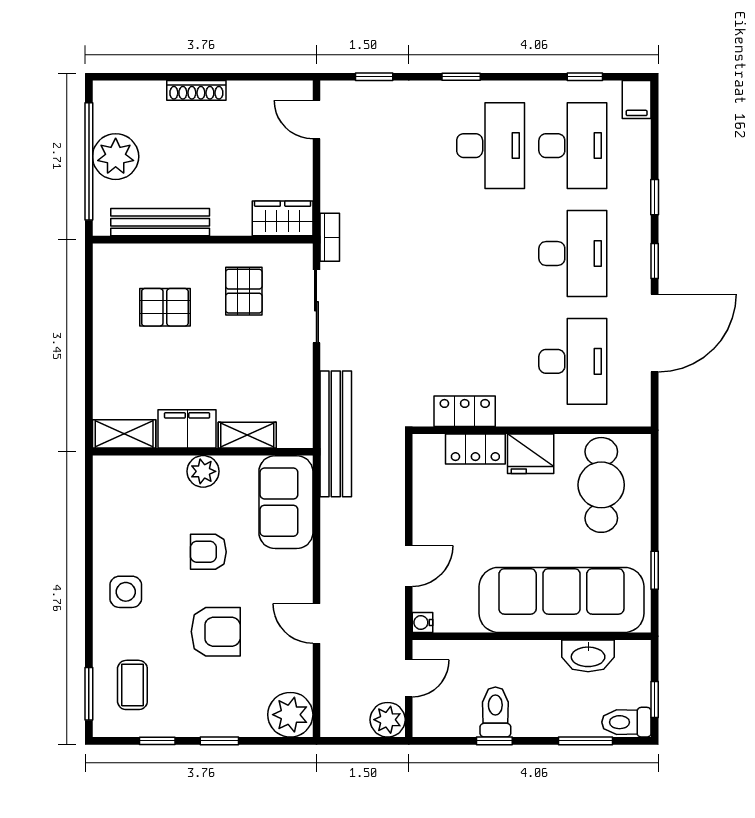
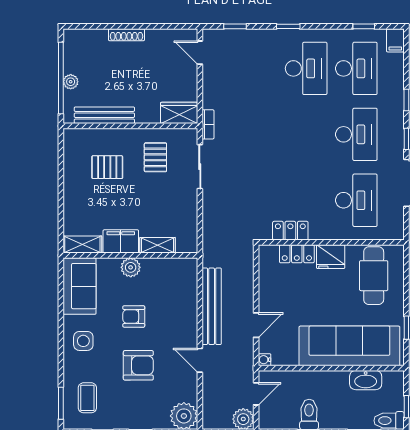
plant: (116, 157) -> (71, 82), width x0.53, depth x0.53
bench: (336, 434) -> (212, 306), moved
sofa: (286, 502) -> (80, 286), moved, turned 180

